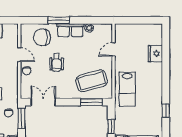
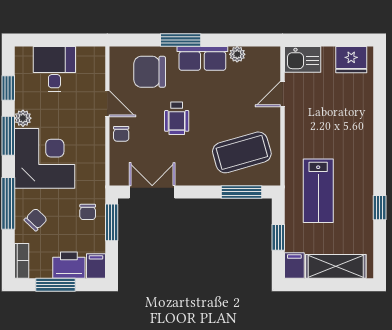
kitchen sink: (124, 31) -> (303, 59), added
fridge: (155, 54) -> (351, 60), moved, turned -90
lab bench: (127, 89) -> (318, 191), moved

